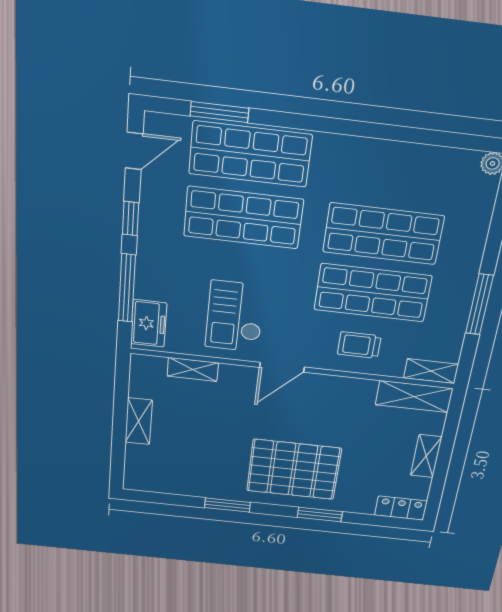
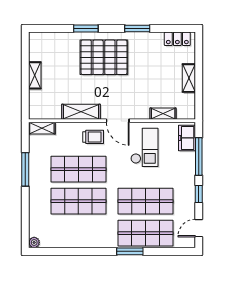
window: (220, 112) -> (130, 251), moved
trolley: (359, 345) -> (93, 137), moved
door: (282, 367) -> (118, 121), swing flipped
shelving: (414, 397) -> (81, 112), moved
locker: (401, 508) -> (177, 39), moved

